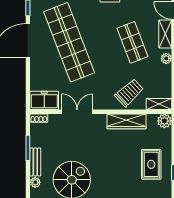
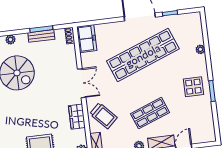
double door: (77, 112) -> (82, 83), moved
wardrobe: (127, 121) -> (77, 117), width x0.67
bench: (35, 162) -> (41, 36), moved

